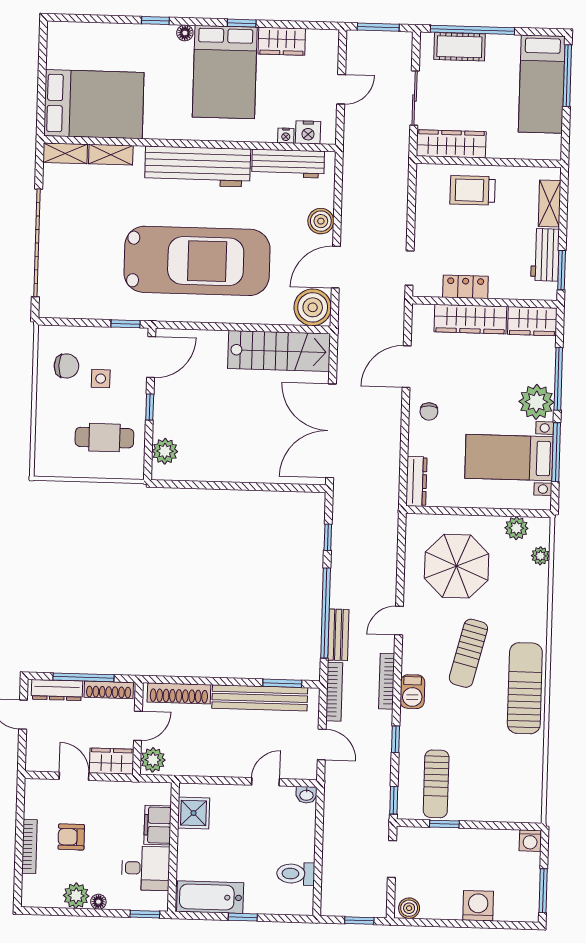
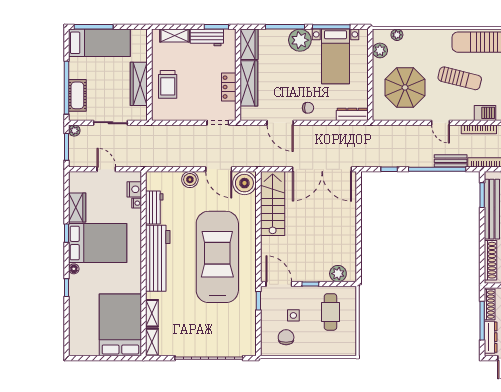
plant: (404, 40) -> (74, 131), added
wardrobe: (451, 144) -> (139, 84), moved
workbench: (288, 164) -> (154, 207), width x0.73

